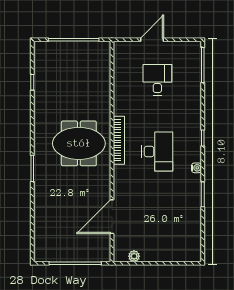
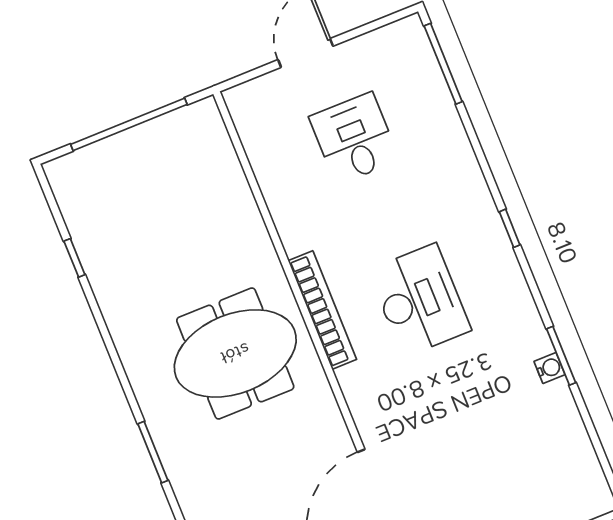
water cooler: (196, 168) -> (550, 368), moved

